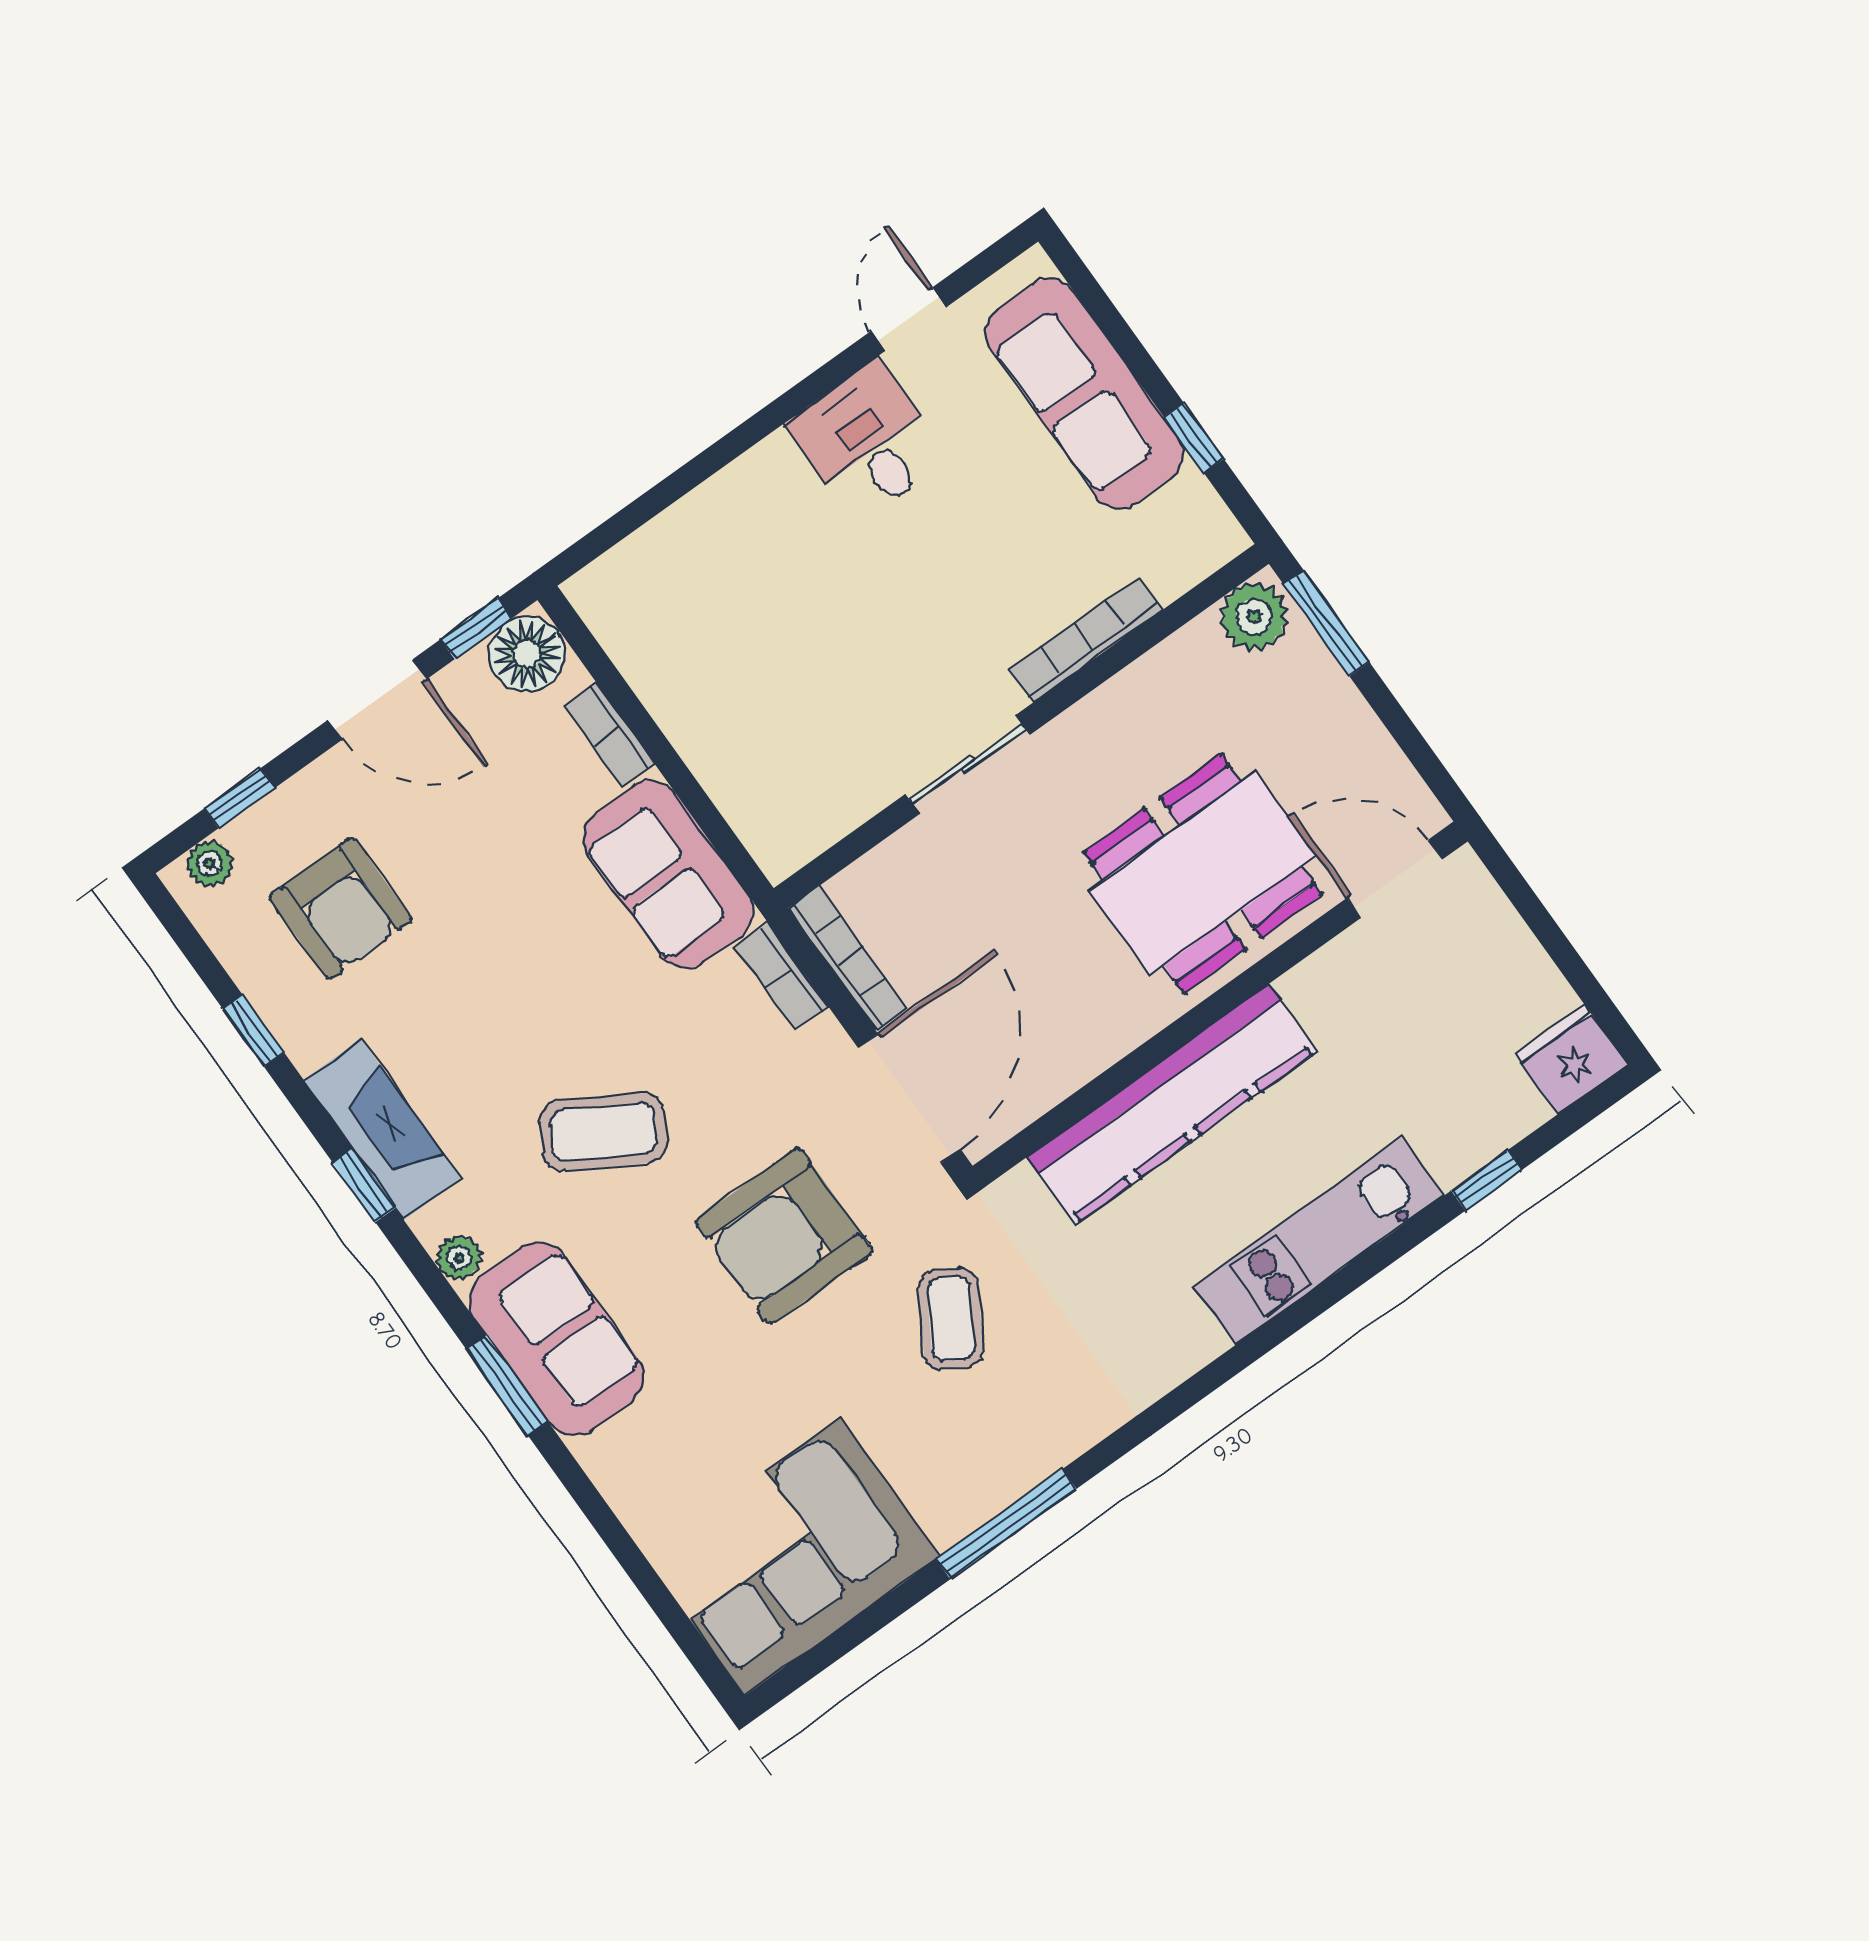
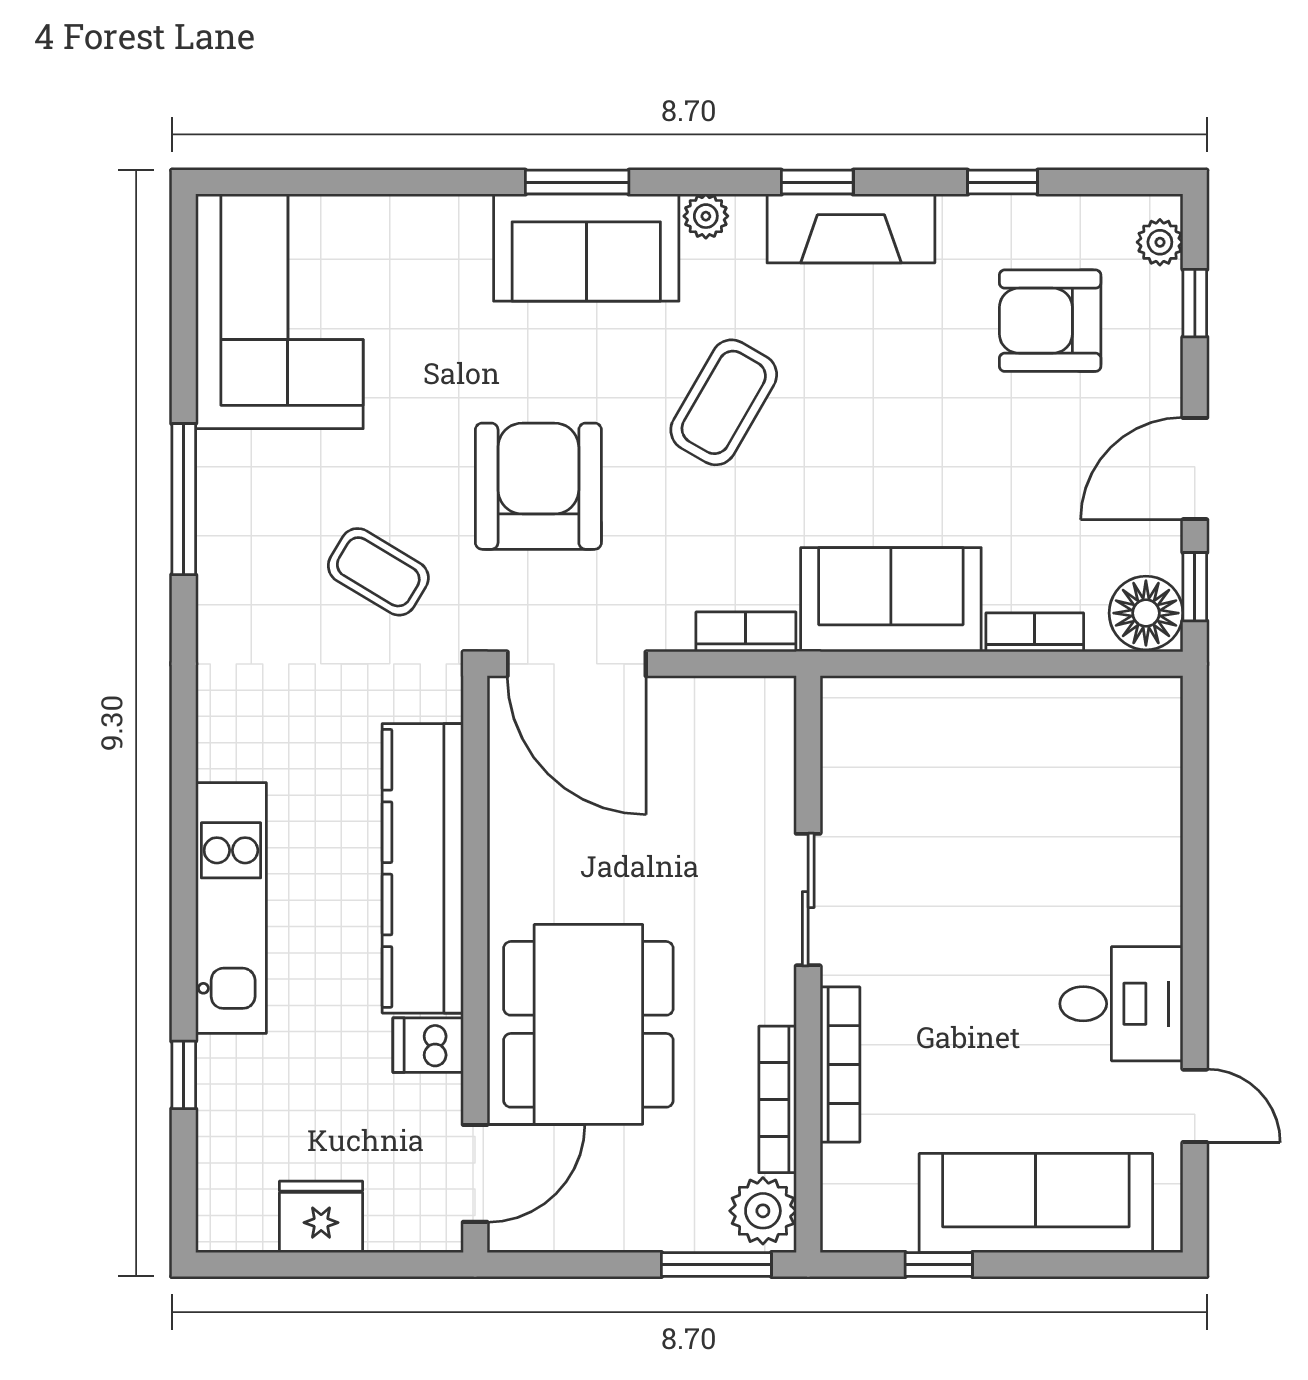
bookcase: (847, 958) -> (778, 1099), moved, turned 90
dishwasher: (1316, 995) -> (428, 1045), added
fridge: (1571, 1059) -> (321, 1217), moved, turned -90

